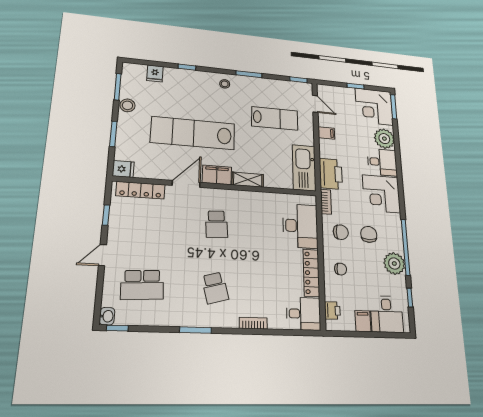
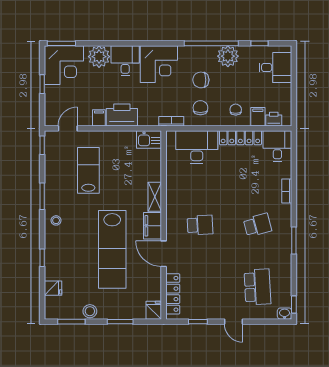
kitchen sink: (304, 168) -> (149, 140), width x0.53, depth x0.81
printer: (331, 174) -> (122, 115), moved
filing cabinet: (363, 321) -> (258, 117), moved, turned 90

